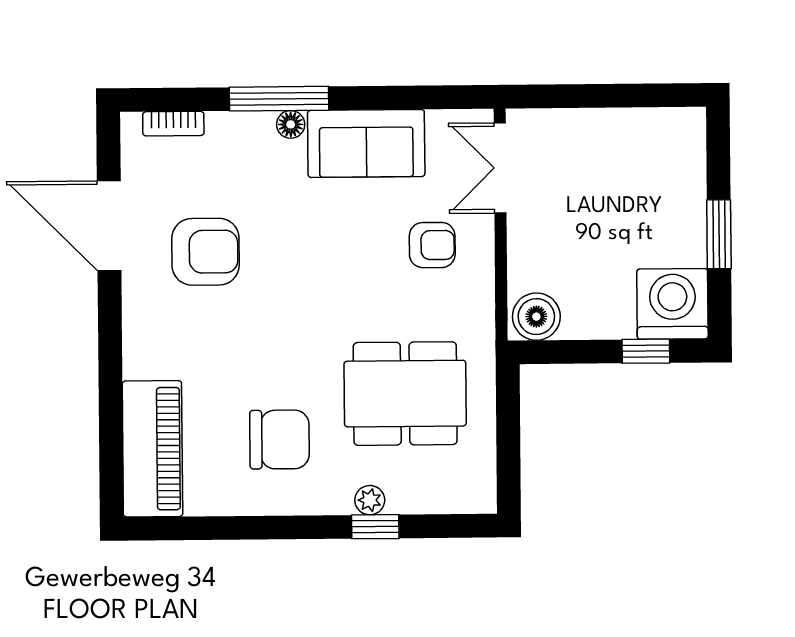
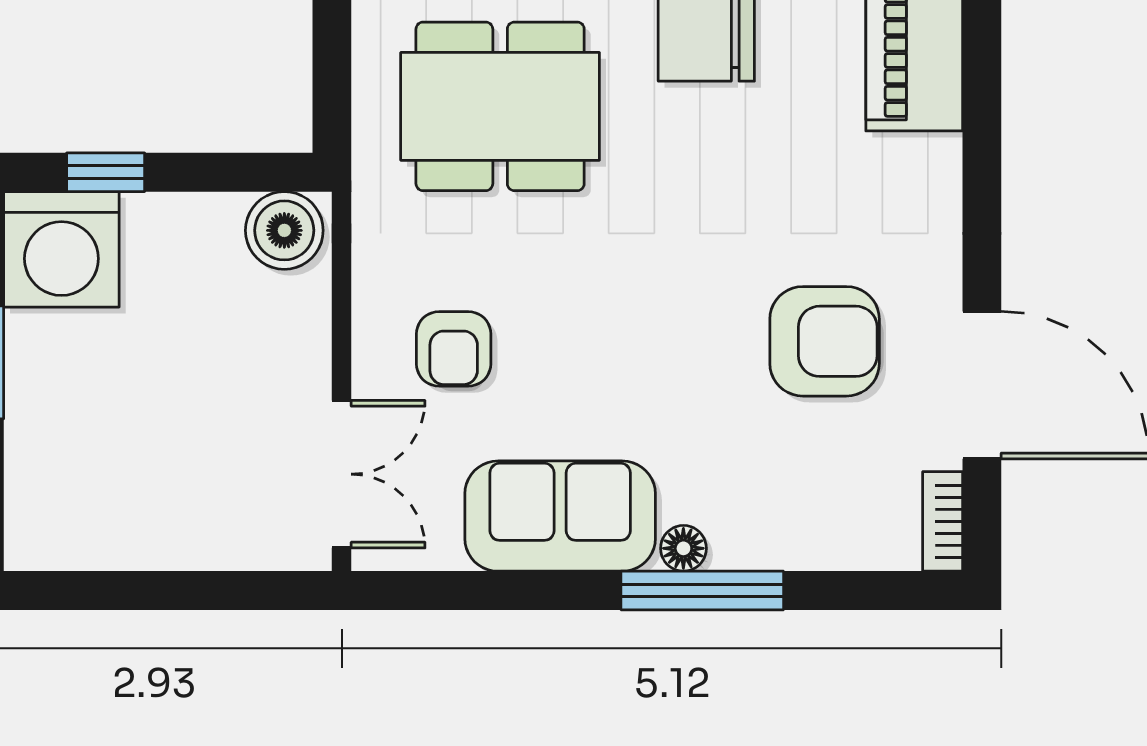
bookcase: (173, 124) -> (943, 521), moved, turned -90
armchair: (432, 245) -> (454, 349), turned -90
armchair: (206, 252) -> (825, 341), turned 180

